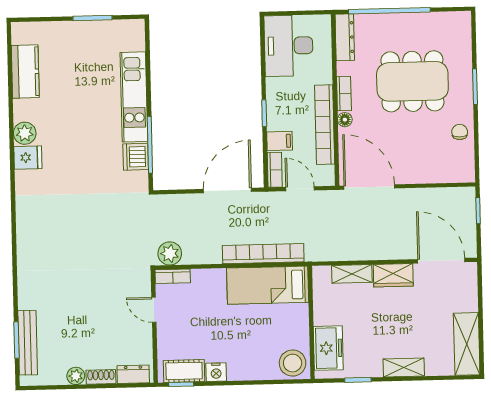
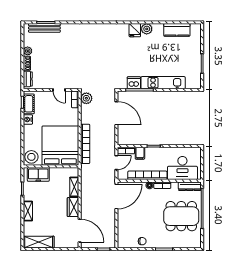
desk: (289, 46) -> (182, 168), moved, turned 180
dining table: (412, 81) -> (181, 216), moved, turned 90
door: (227, 190) -> (116, 113), moved
door: (441, 261) -> (80, 231), hinge flipped
bed: (268, 285) -> (60, 146), width x2.04
door: (154, 310) -> (59, 90), swing flipped

